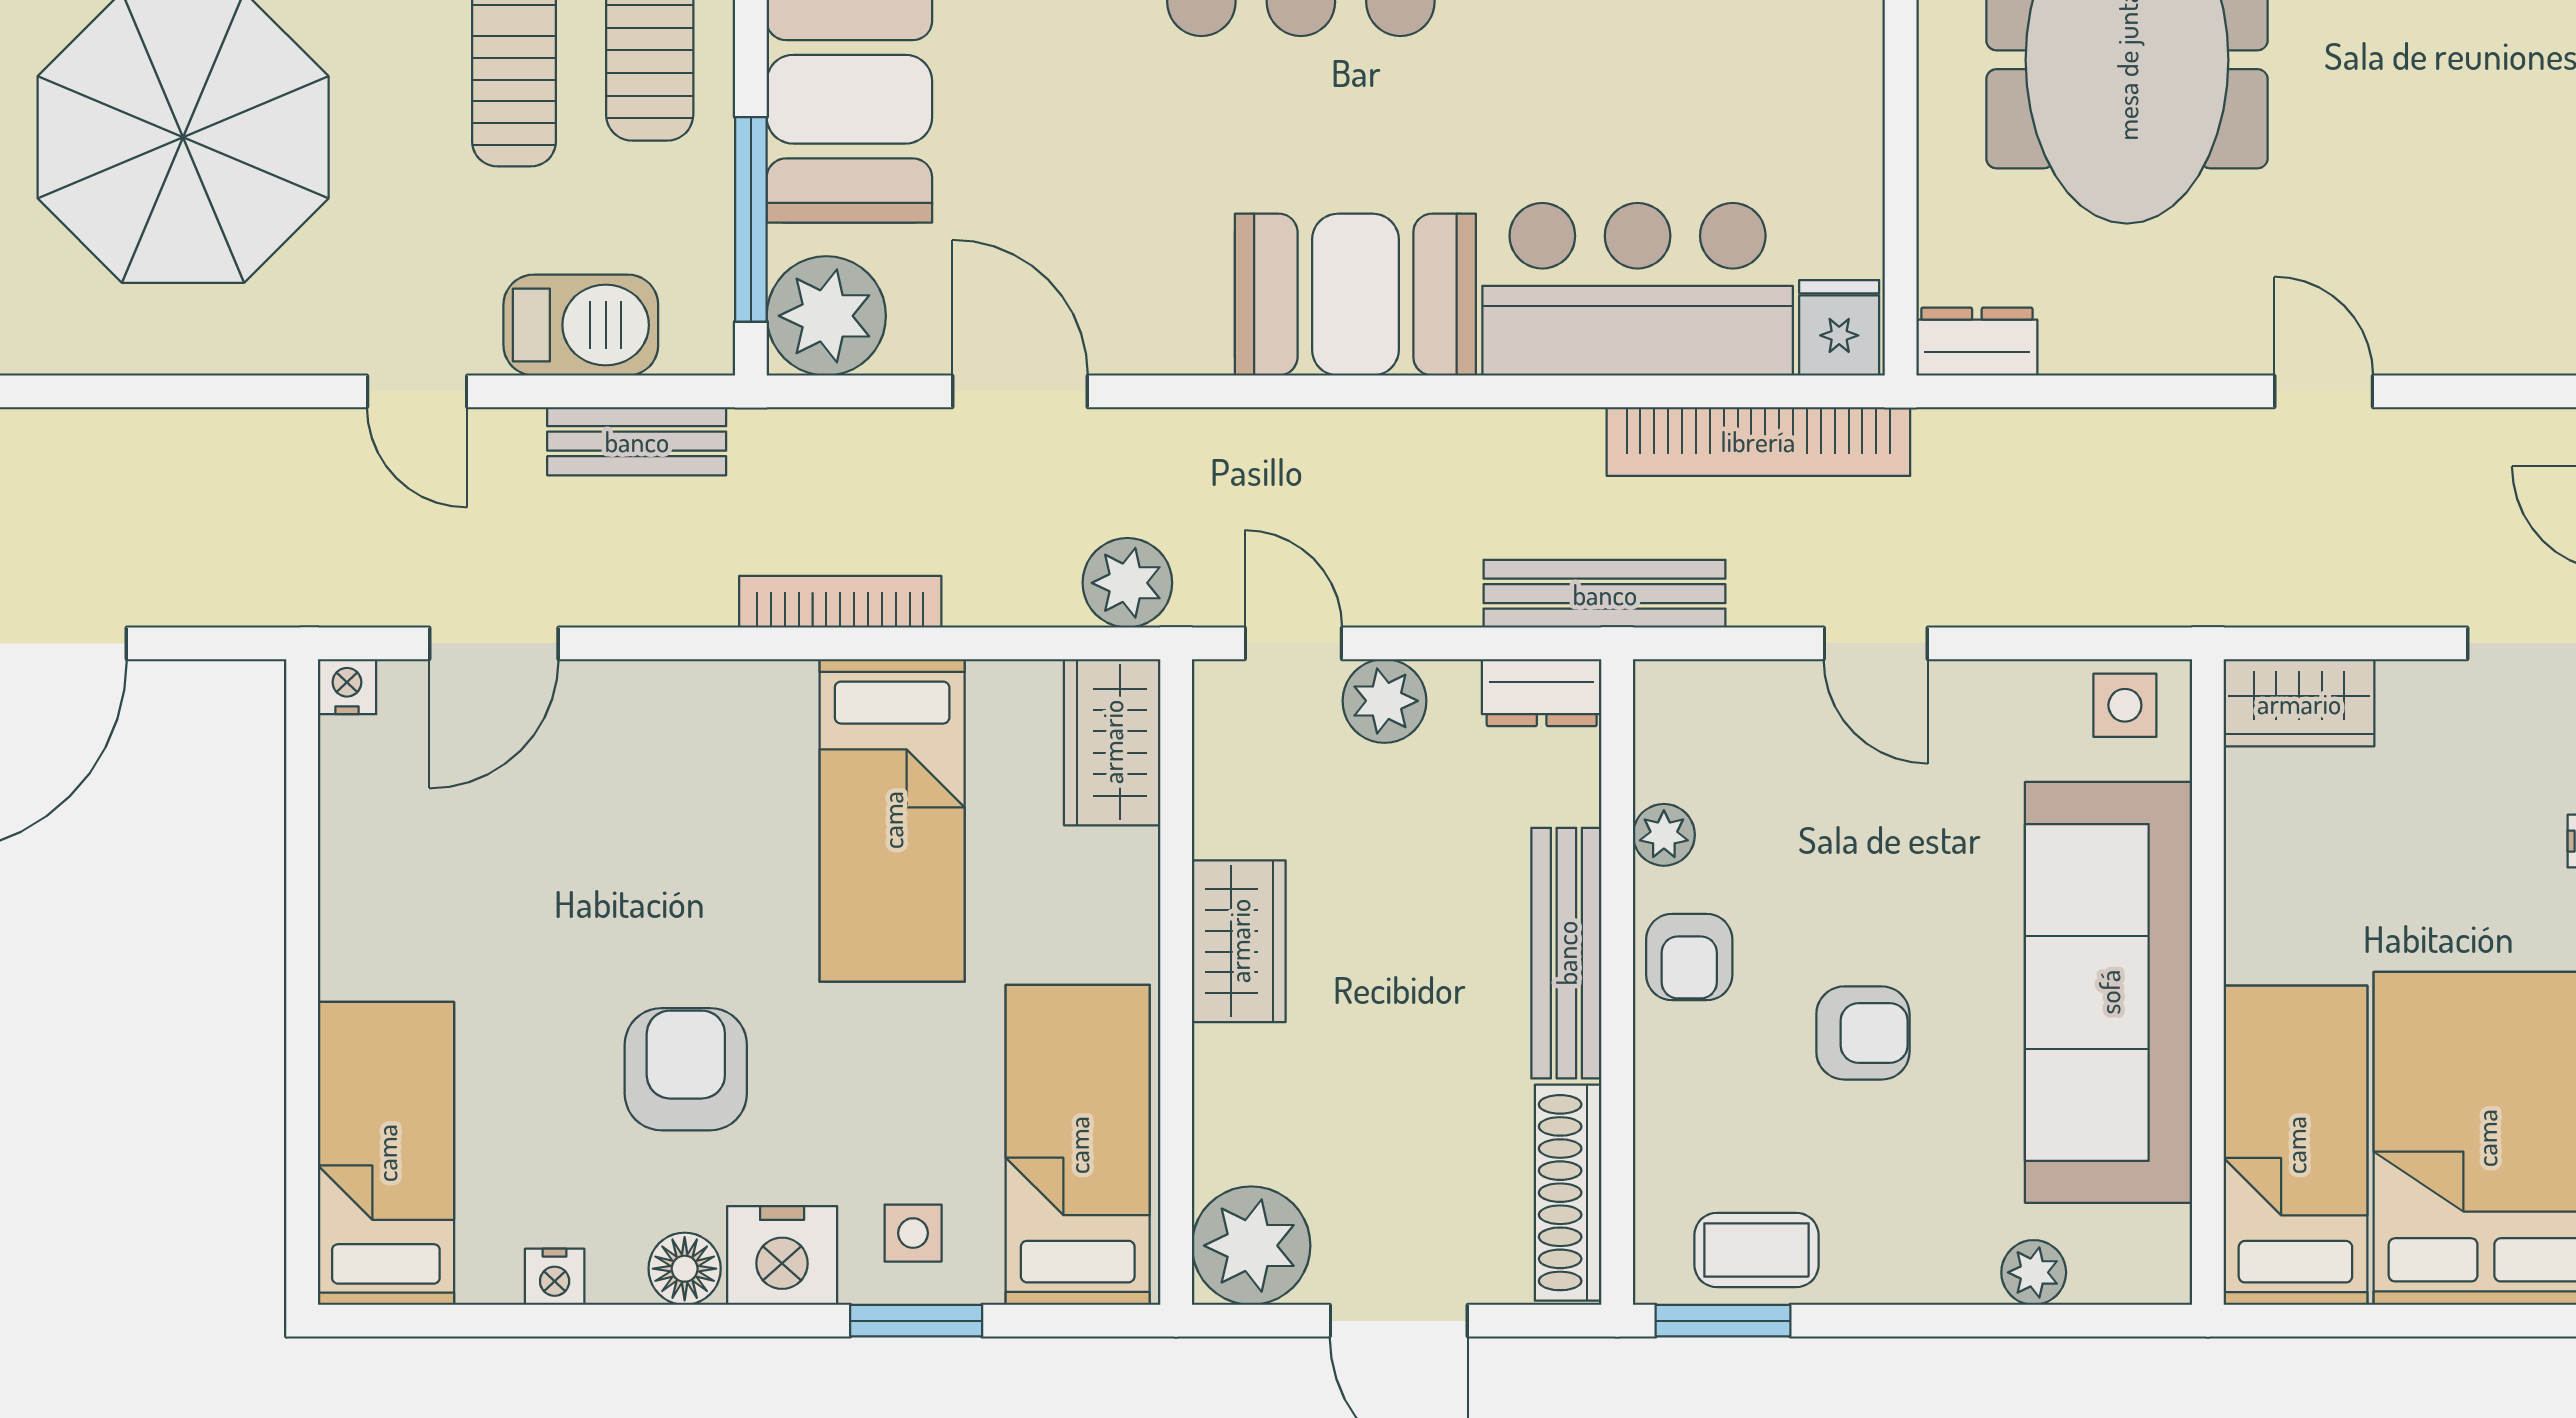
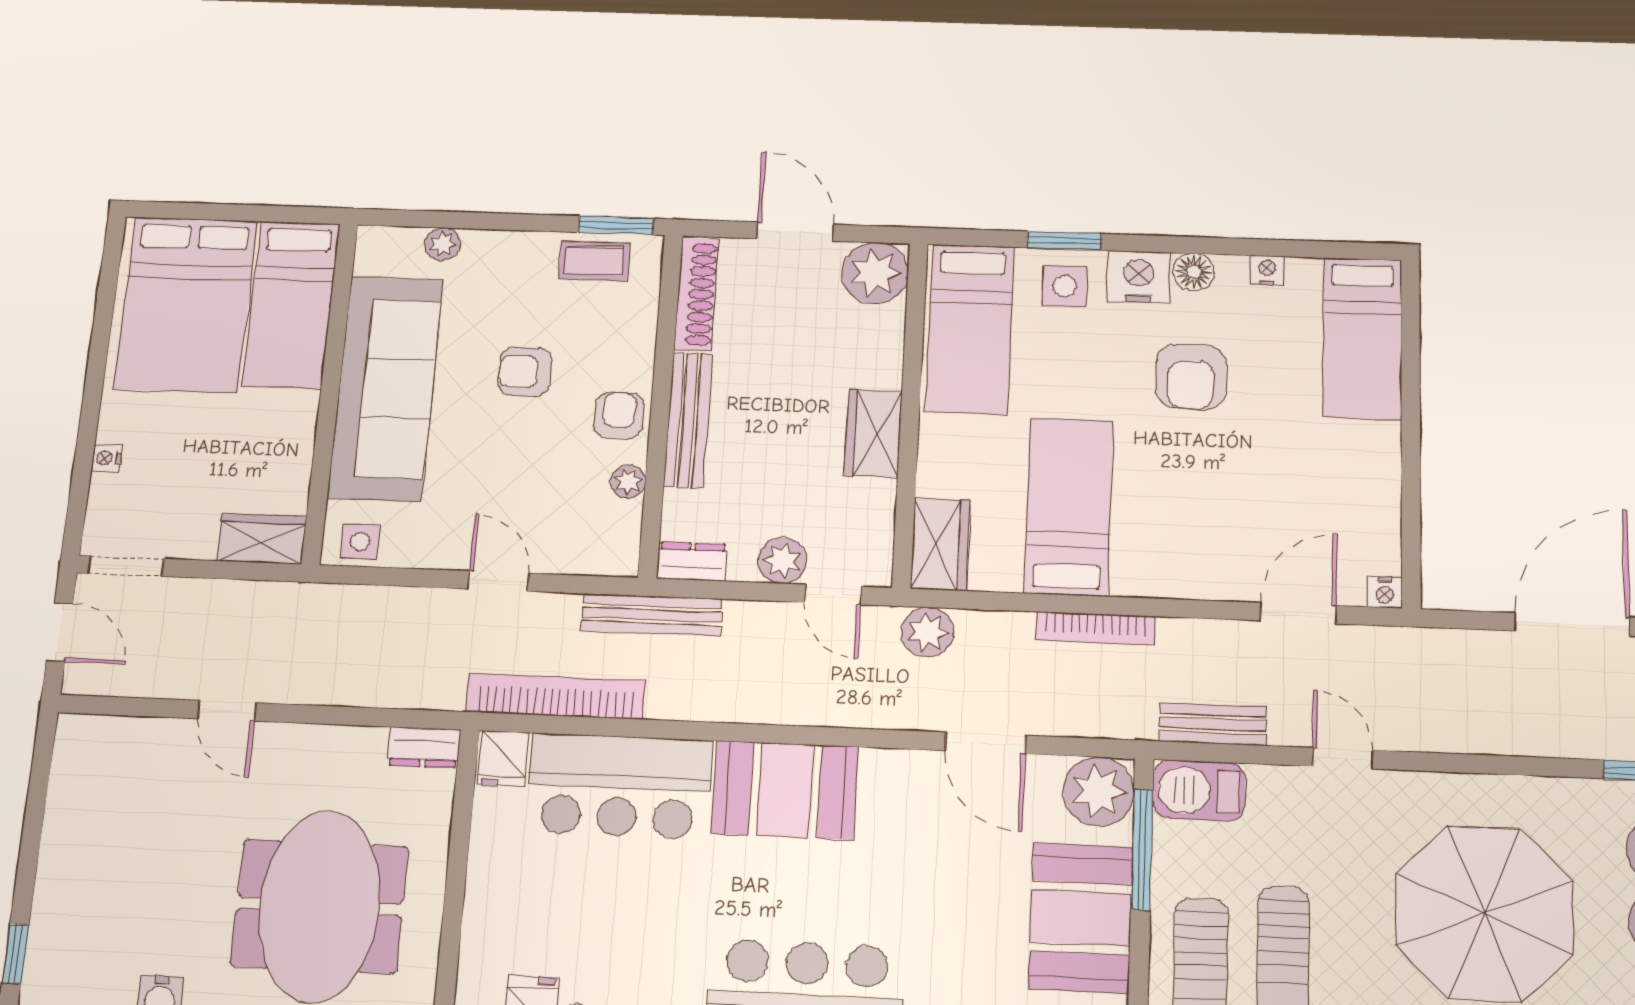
barbecue: (581, 325) -> (1199, 790), moved
side table: (913, 1233) -> (1064, 286), width x1.37, depth x1.37

